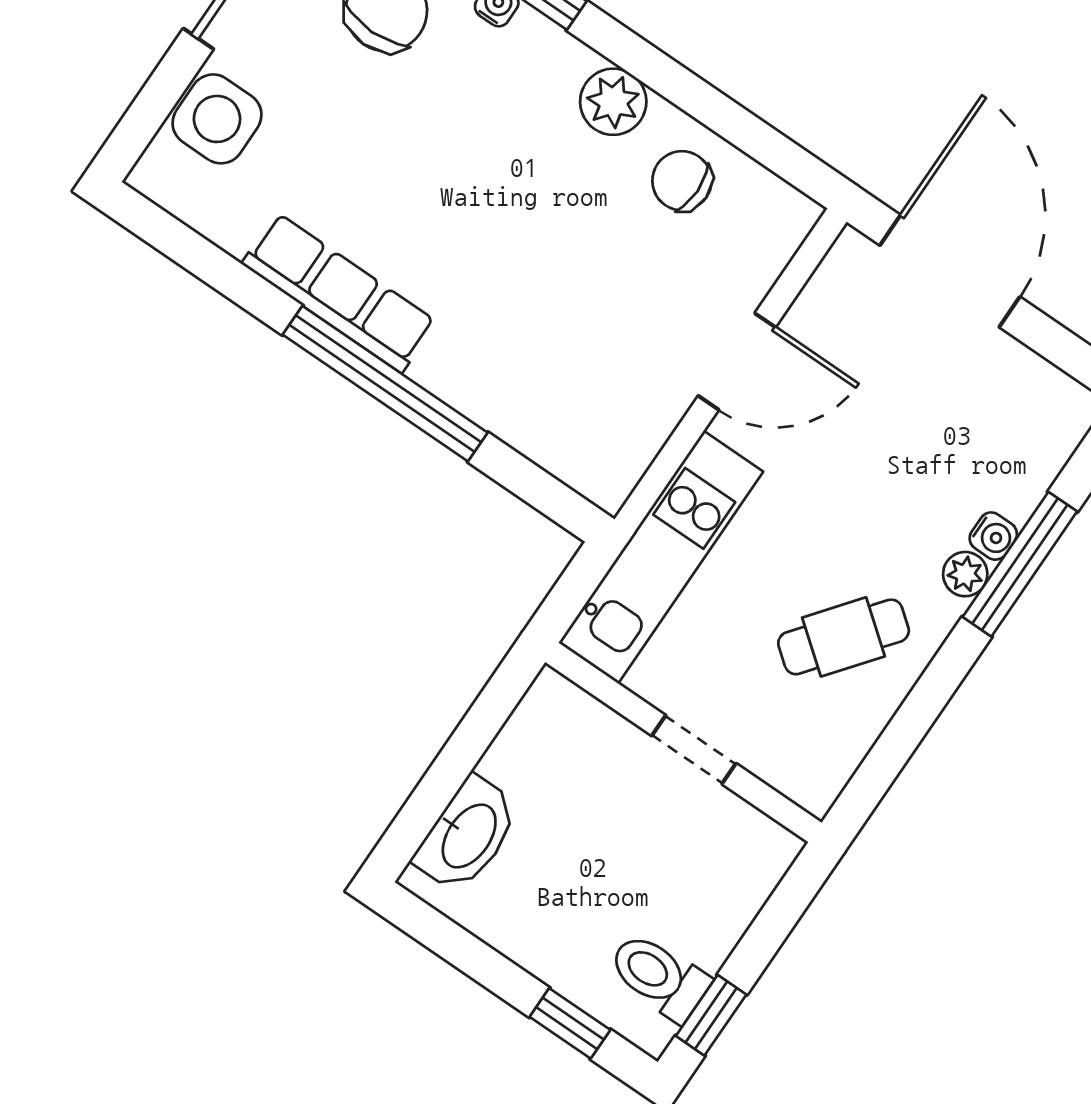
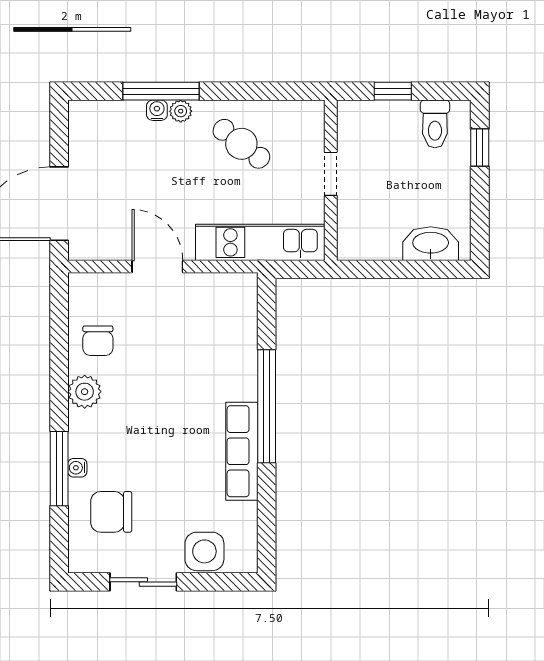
window: (711, 1015) -> (393, 91), moved

